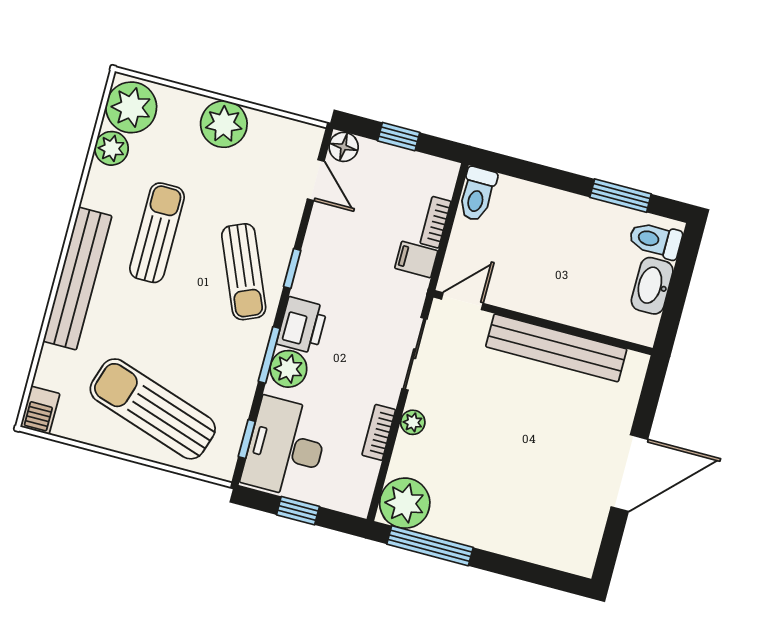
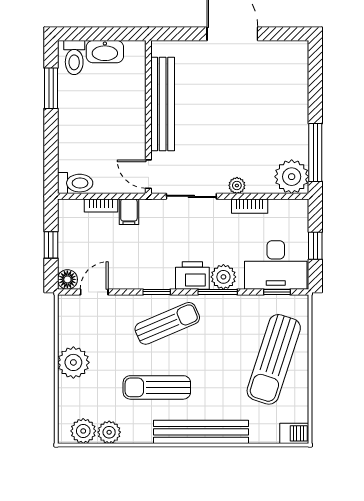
plant: (131, 107) -> (83, 431), width x0.73, depth x0.73

